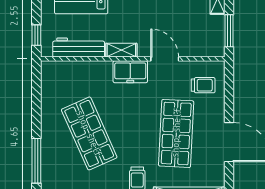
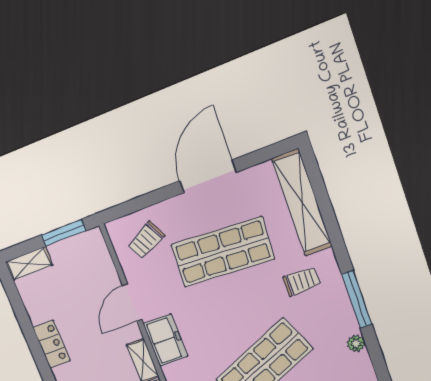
trolley: (203, 85) -> (146, 240), turned -117

